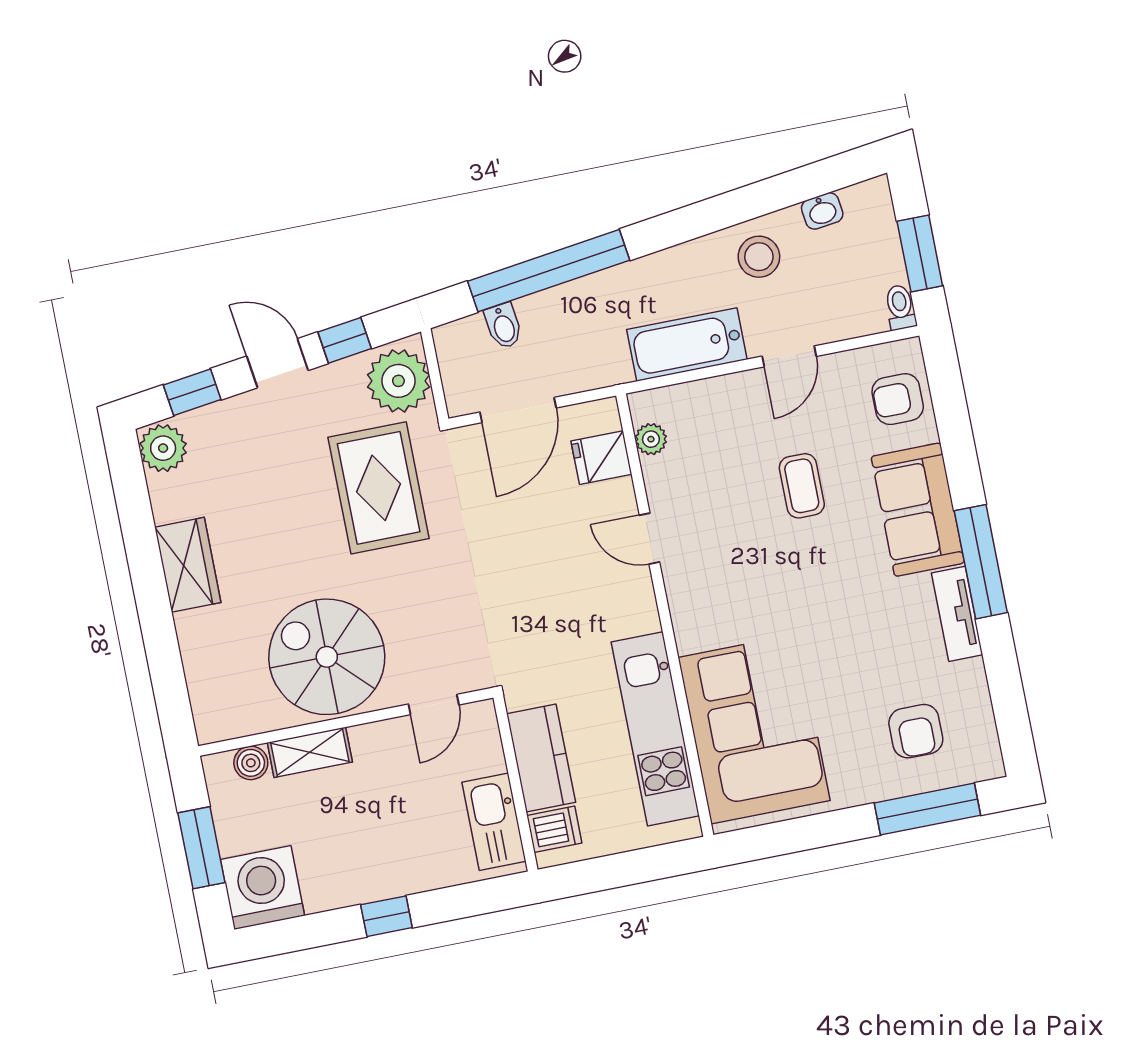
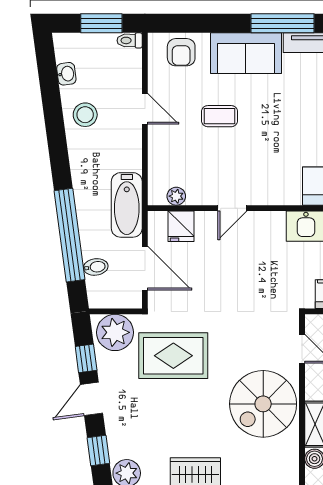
bathtub: (687, 345) -> (127, 205), moved

